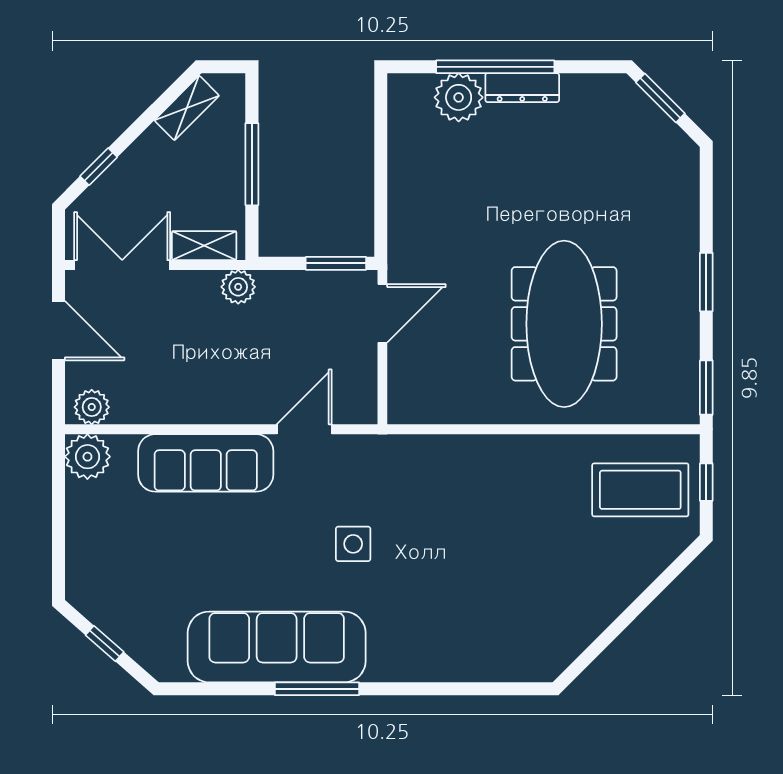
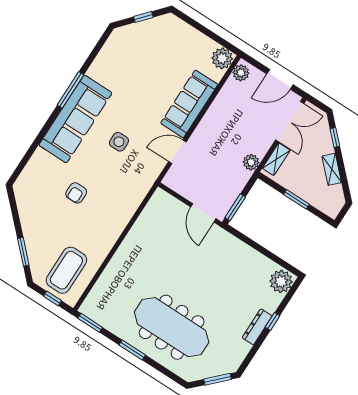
window: (495, 67) -> (272, 321), width x0.32
plant: (459, 97) -> (281, 281), moved
shelving: (187, 108) -> (332, 169), moved
window: (252, 164) -> (296, 199), width x0.69
meeting table: (564, 324) -> (172, 327), moved
door: (304, 429) -> (177, 152), swing flipped
armchair: (493, 561) -> (76, 193), added
window: (657, 587) -> (23, 252), added
sofa: (277, 647) -> (75, 119), moved

